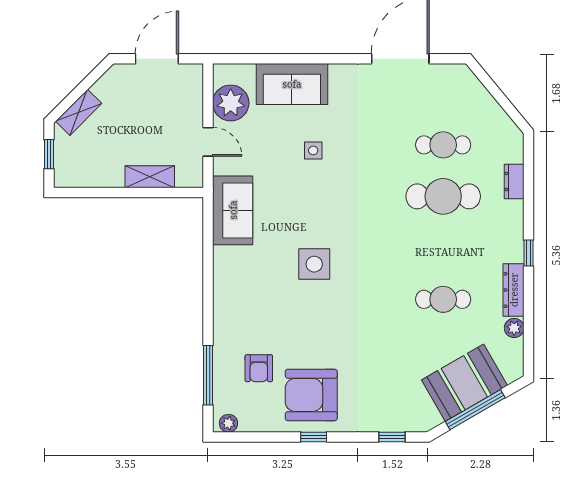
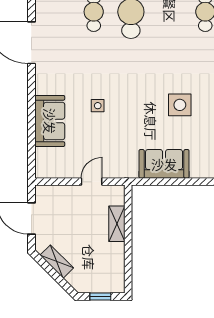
plant: (231, 103) -> (63, 165), removed
shelving: (79, 112) -> (57, 262), moved
sofa: (233, 210) -> (164, 164), moved

